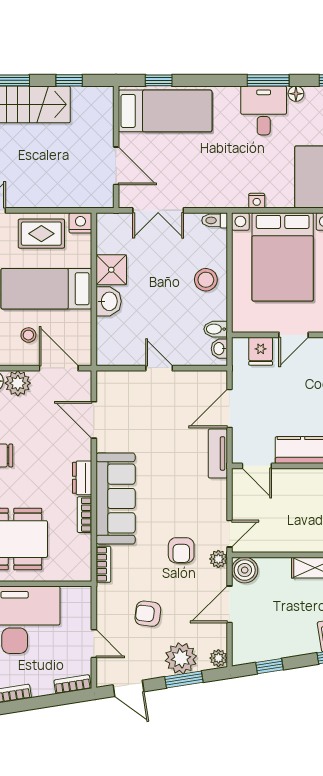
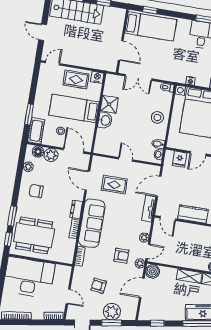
rug: (146, 419) -> (114, 185), added
armchair: (181, 550) -> (121, 256), turned -90
plant: (218, 658) -> (144, 237), moved

